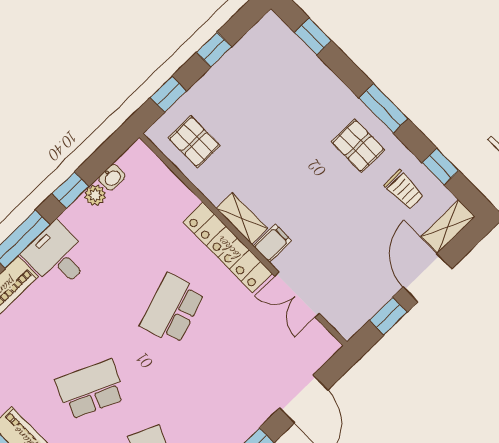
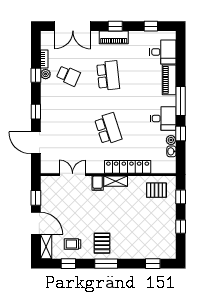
pallet: (358, 146) -> (102, 243), turned 90
locker: (228, 248) -> (128, 167), moved
desk: (57, 256) -> (163, 118), moved
school desk: (91, 389) -> (108, 76), turned -30

